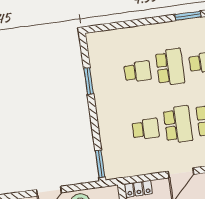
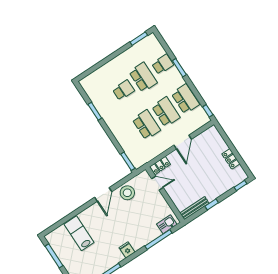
school desk: (146, 129) -> (146, 125), width x1.85

